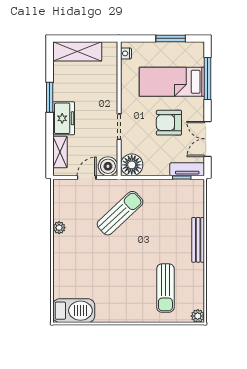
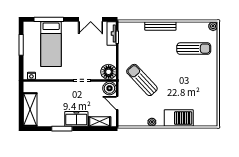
armchair: (169, 123) -> (79, 46), removed
barbecue: (74, 311) -> (179, 118), moved, turned 90

